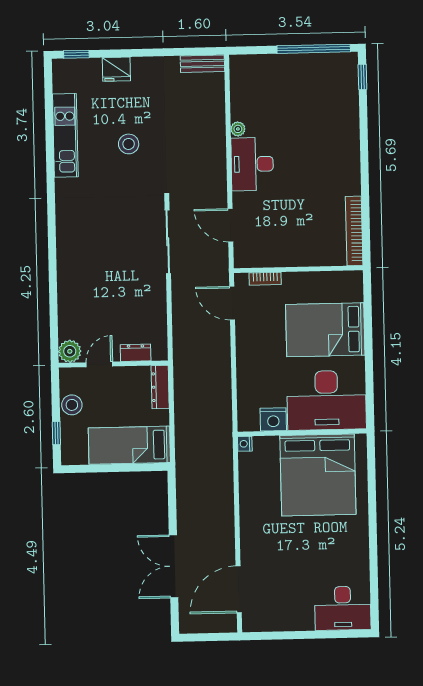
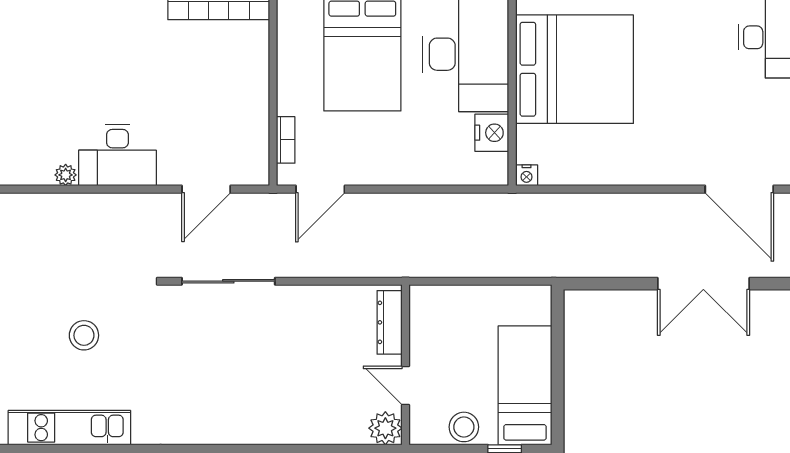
dresser: (136, 353) -> (390, 322), width x1.44
dresser: (160, 387) -> (441, 297), removed
bed: (129, 445) -> (525, 385), moved, turned 180

